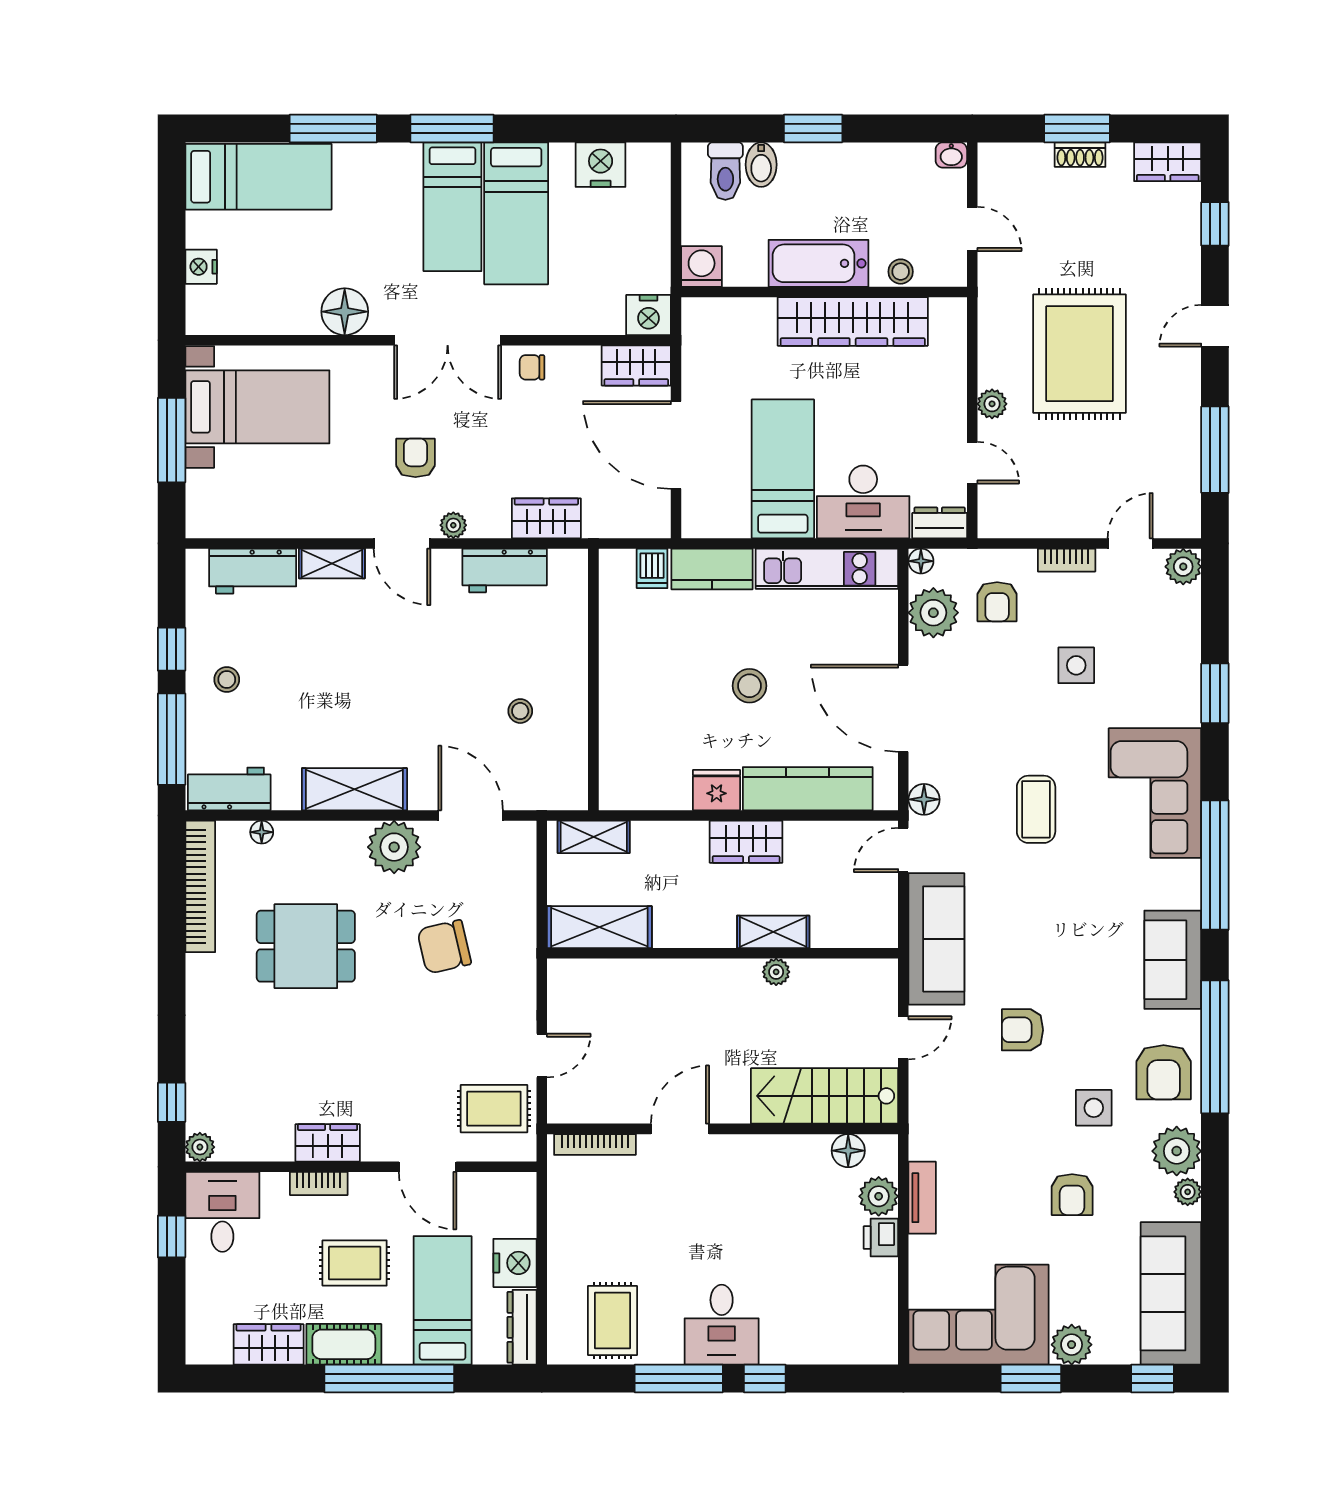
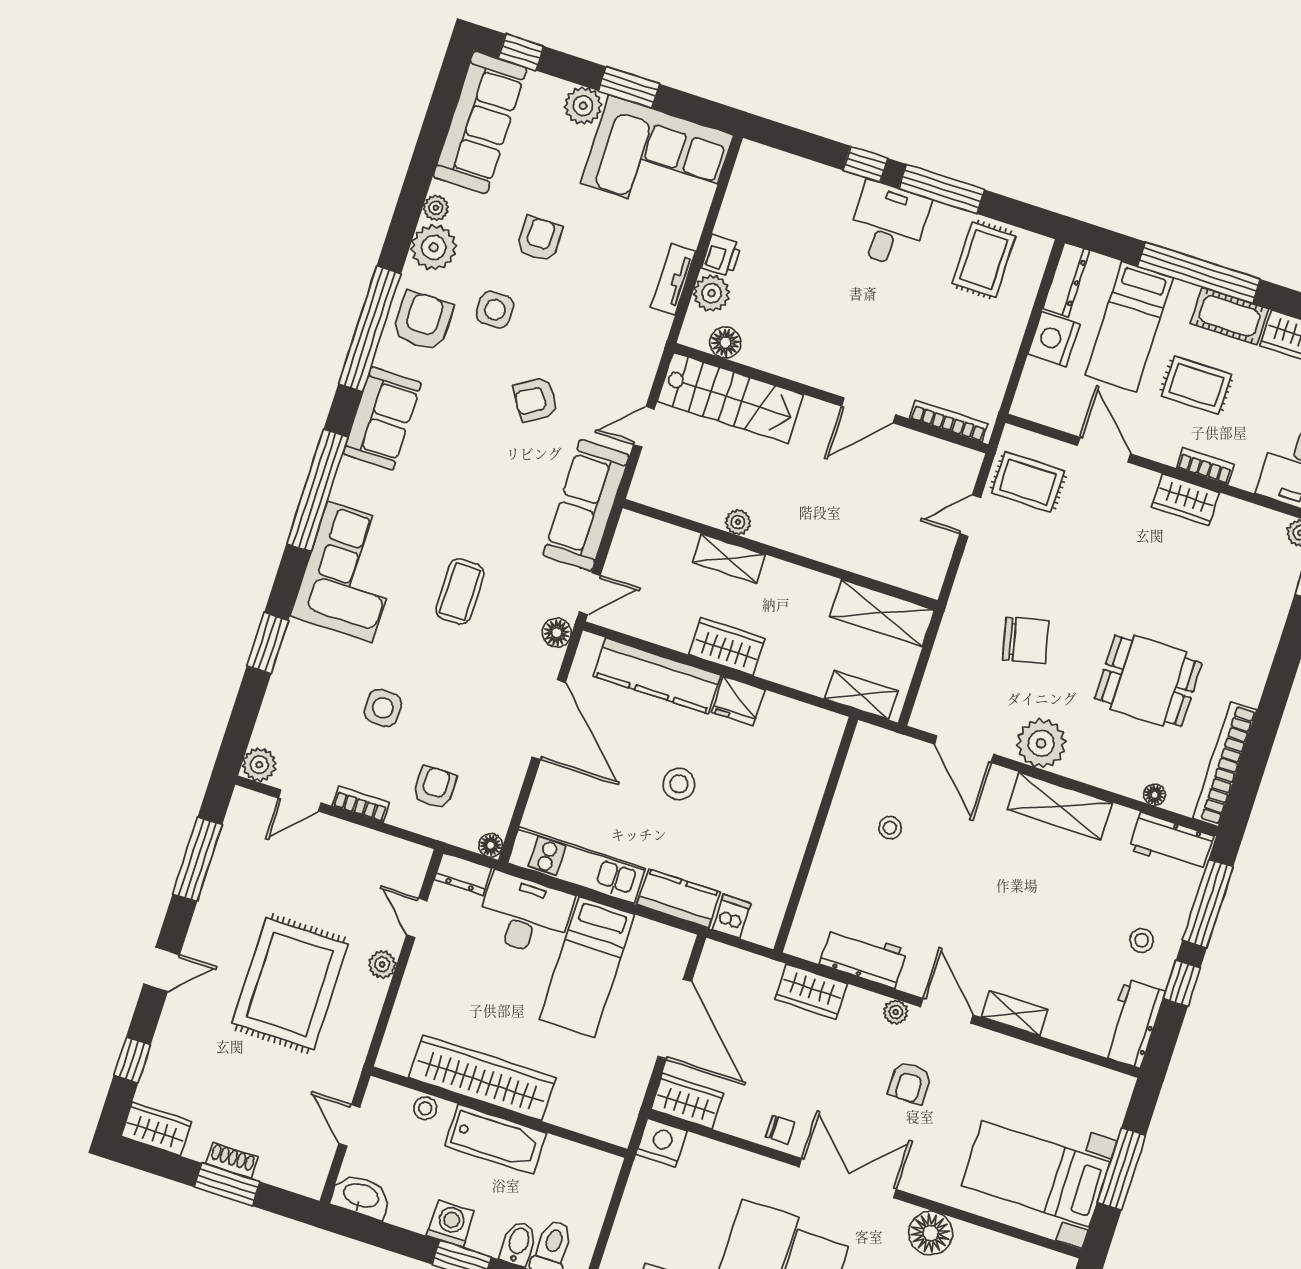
washbasin: (951, 155) -> (361, 1196), width x1.91, depth x1.45
washing machine: (702, 267) -> (451, 1224), moved, turned 180
workbench: (253, 571) -> (1133, 1023), moved, turned -90
plant: (933, 613) -> (495, 796), removed
armchair: (1022, 1030) -> (536, 400), turned 148

